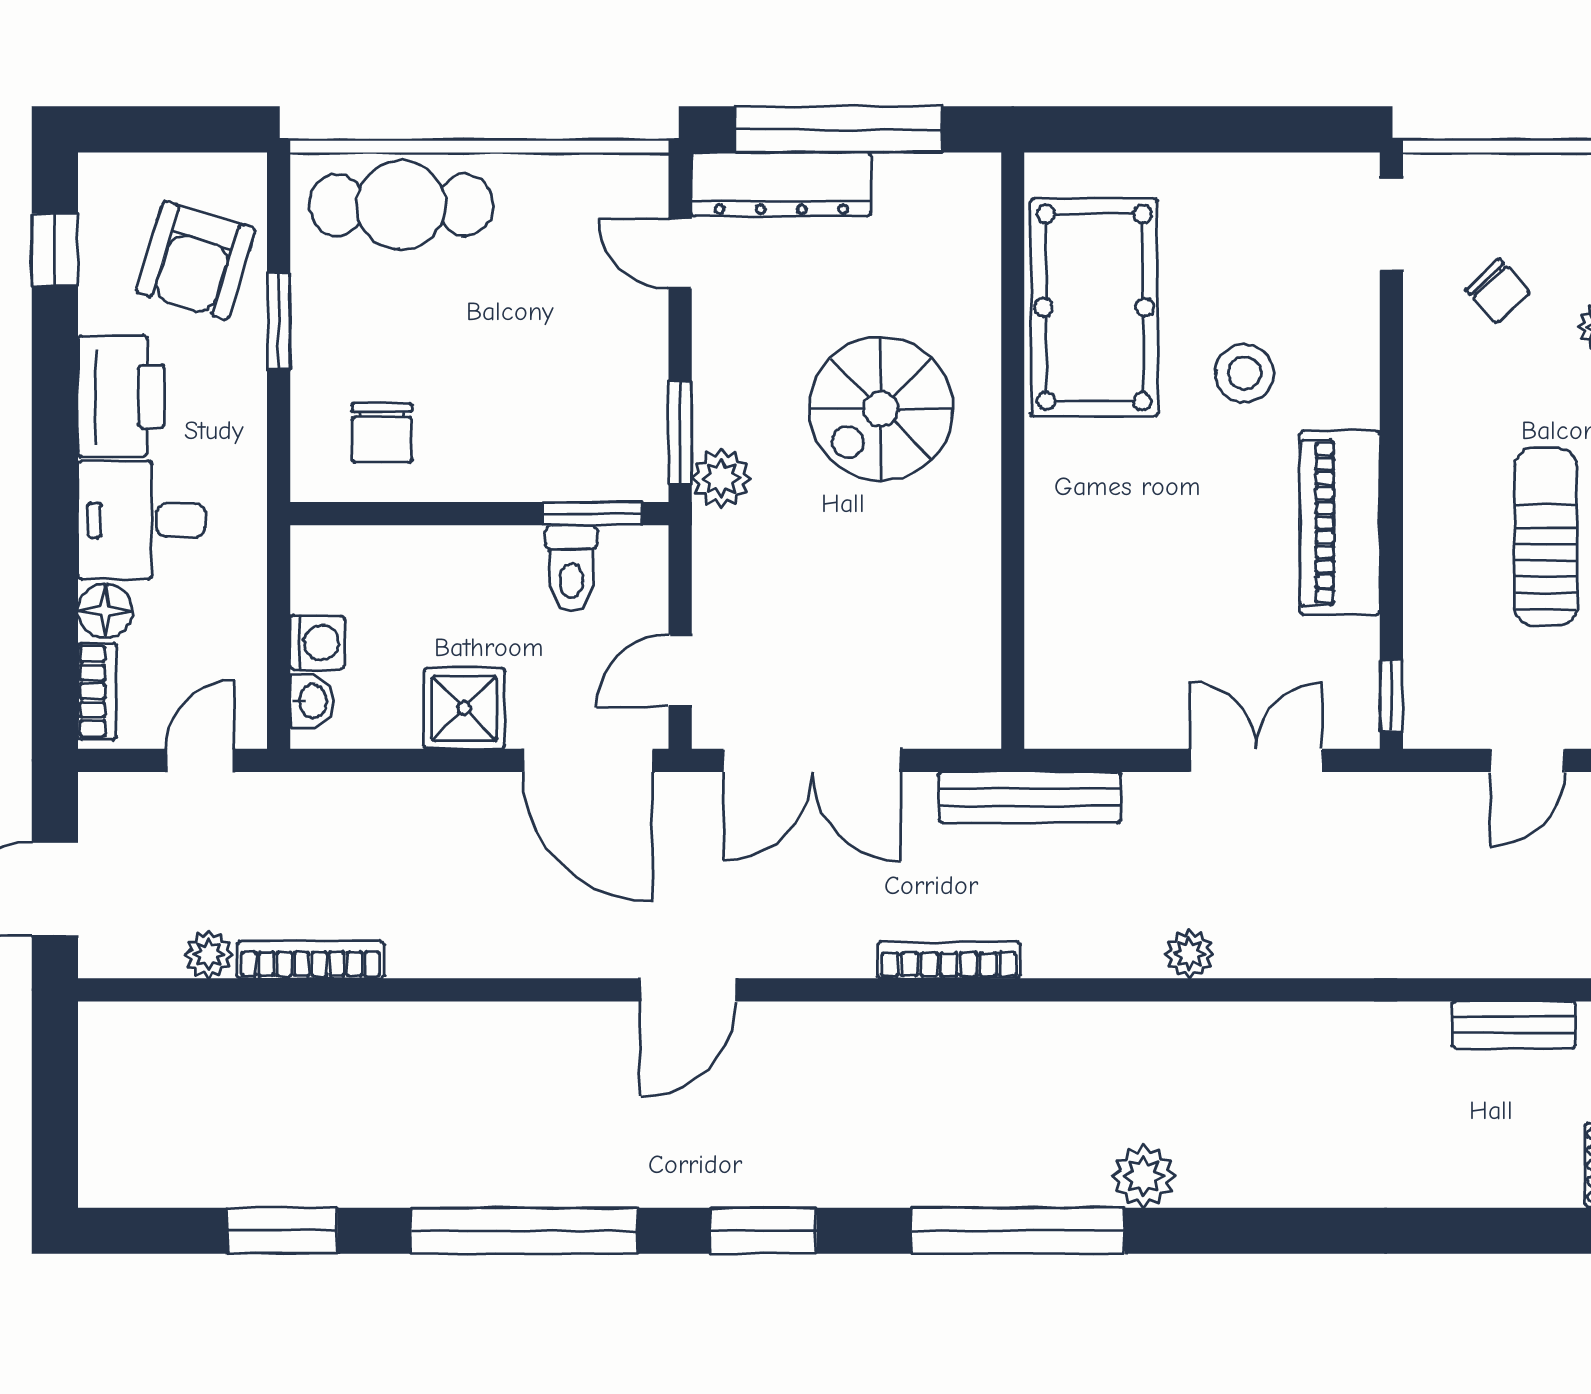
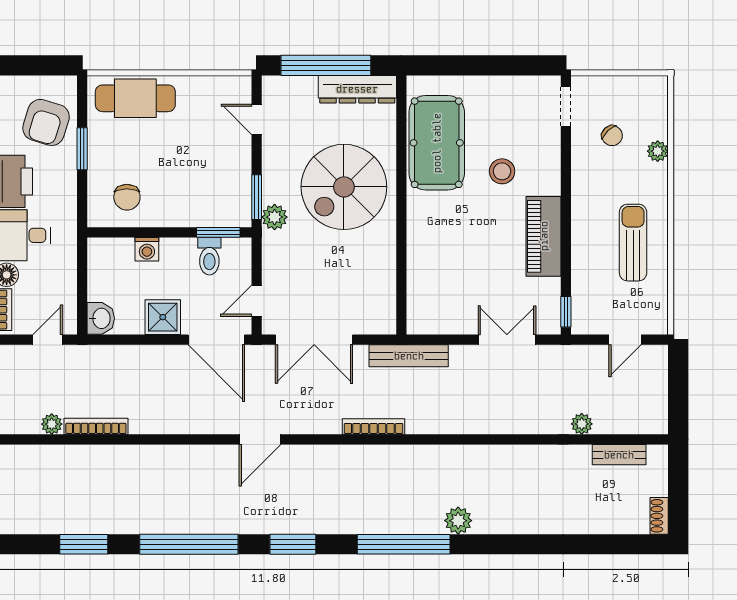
dresser: (781, 184) -> (357, 89), moved
spiral stairs: (881, 409) -> (344, 187), width x1.37, depth x1.37
washing machine: (317, 643) -> (147, 249), moved, turned 90
washbasin: (312, 701) -> (101, 318), width x1.38, depth x1.45
plant: (1190, 954) -> (582, 424), moved

